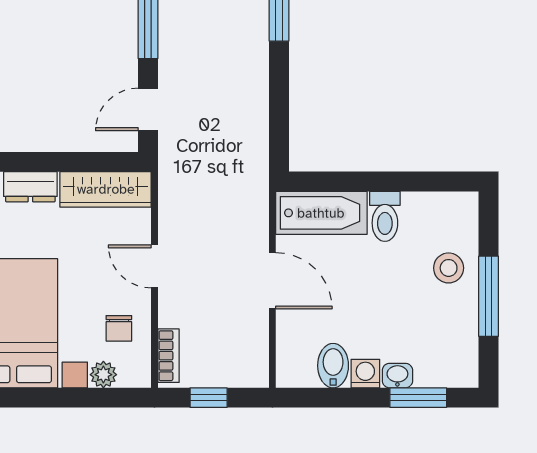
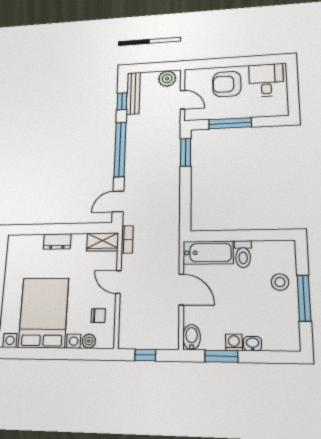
wardrobe: (106, 189) -> (103, 242), width x0.67
chair: (119, 328) -> (98, 316), turned -90
bookcase: (168, 356) -> (127, 239), moved
bidet: (333, 366) -> (192, 337), moved
window: (418, 398) -> (221, 356), moved

